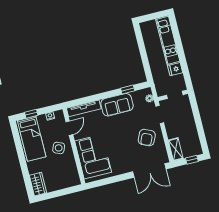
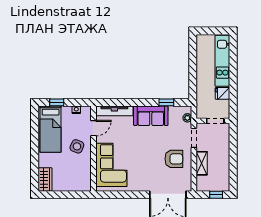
armchair: (147, 138) -> (174, 159), turned -114
shelving: (176, 149) -> (202, 163), moved

